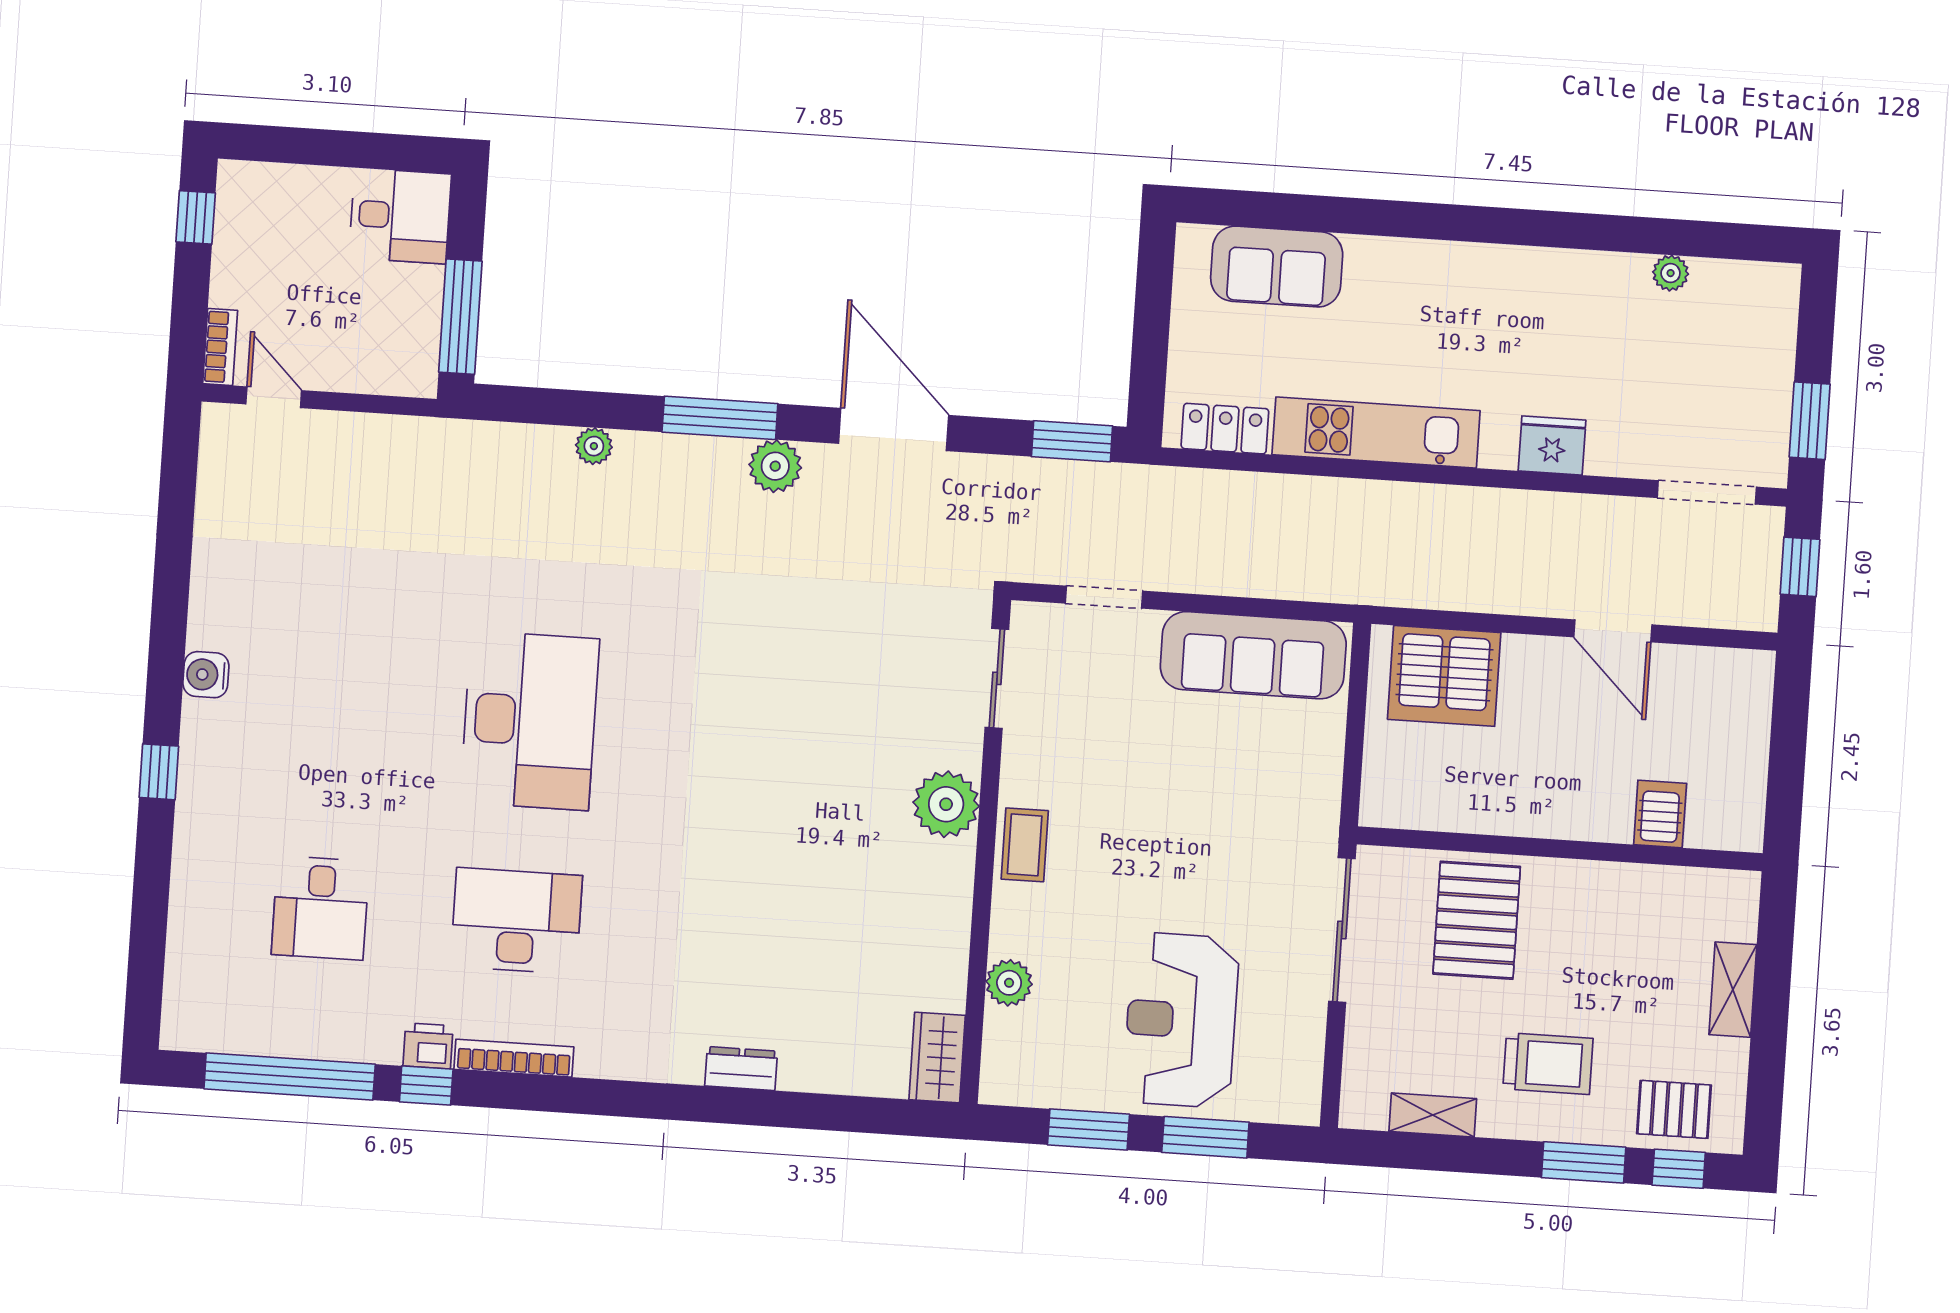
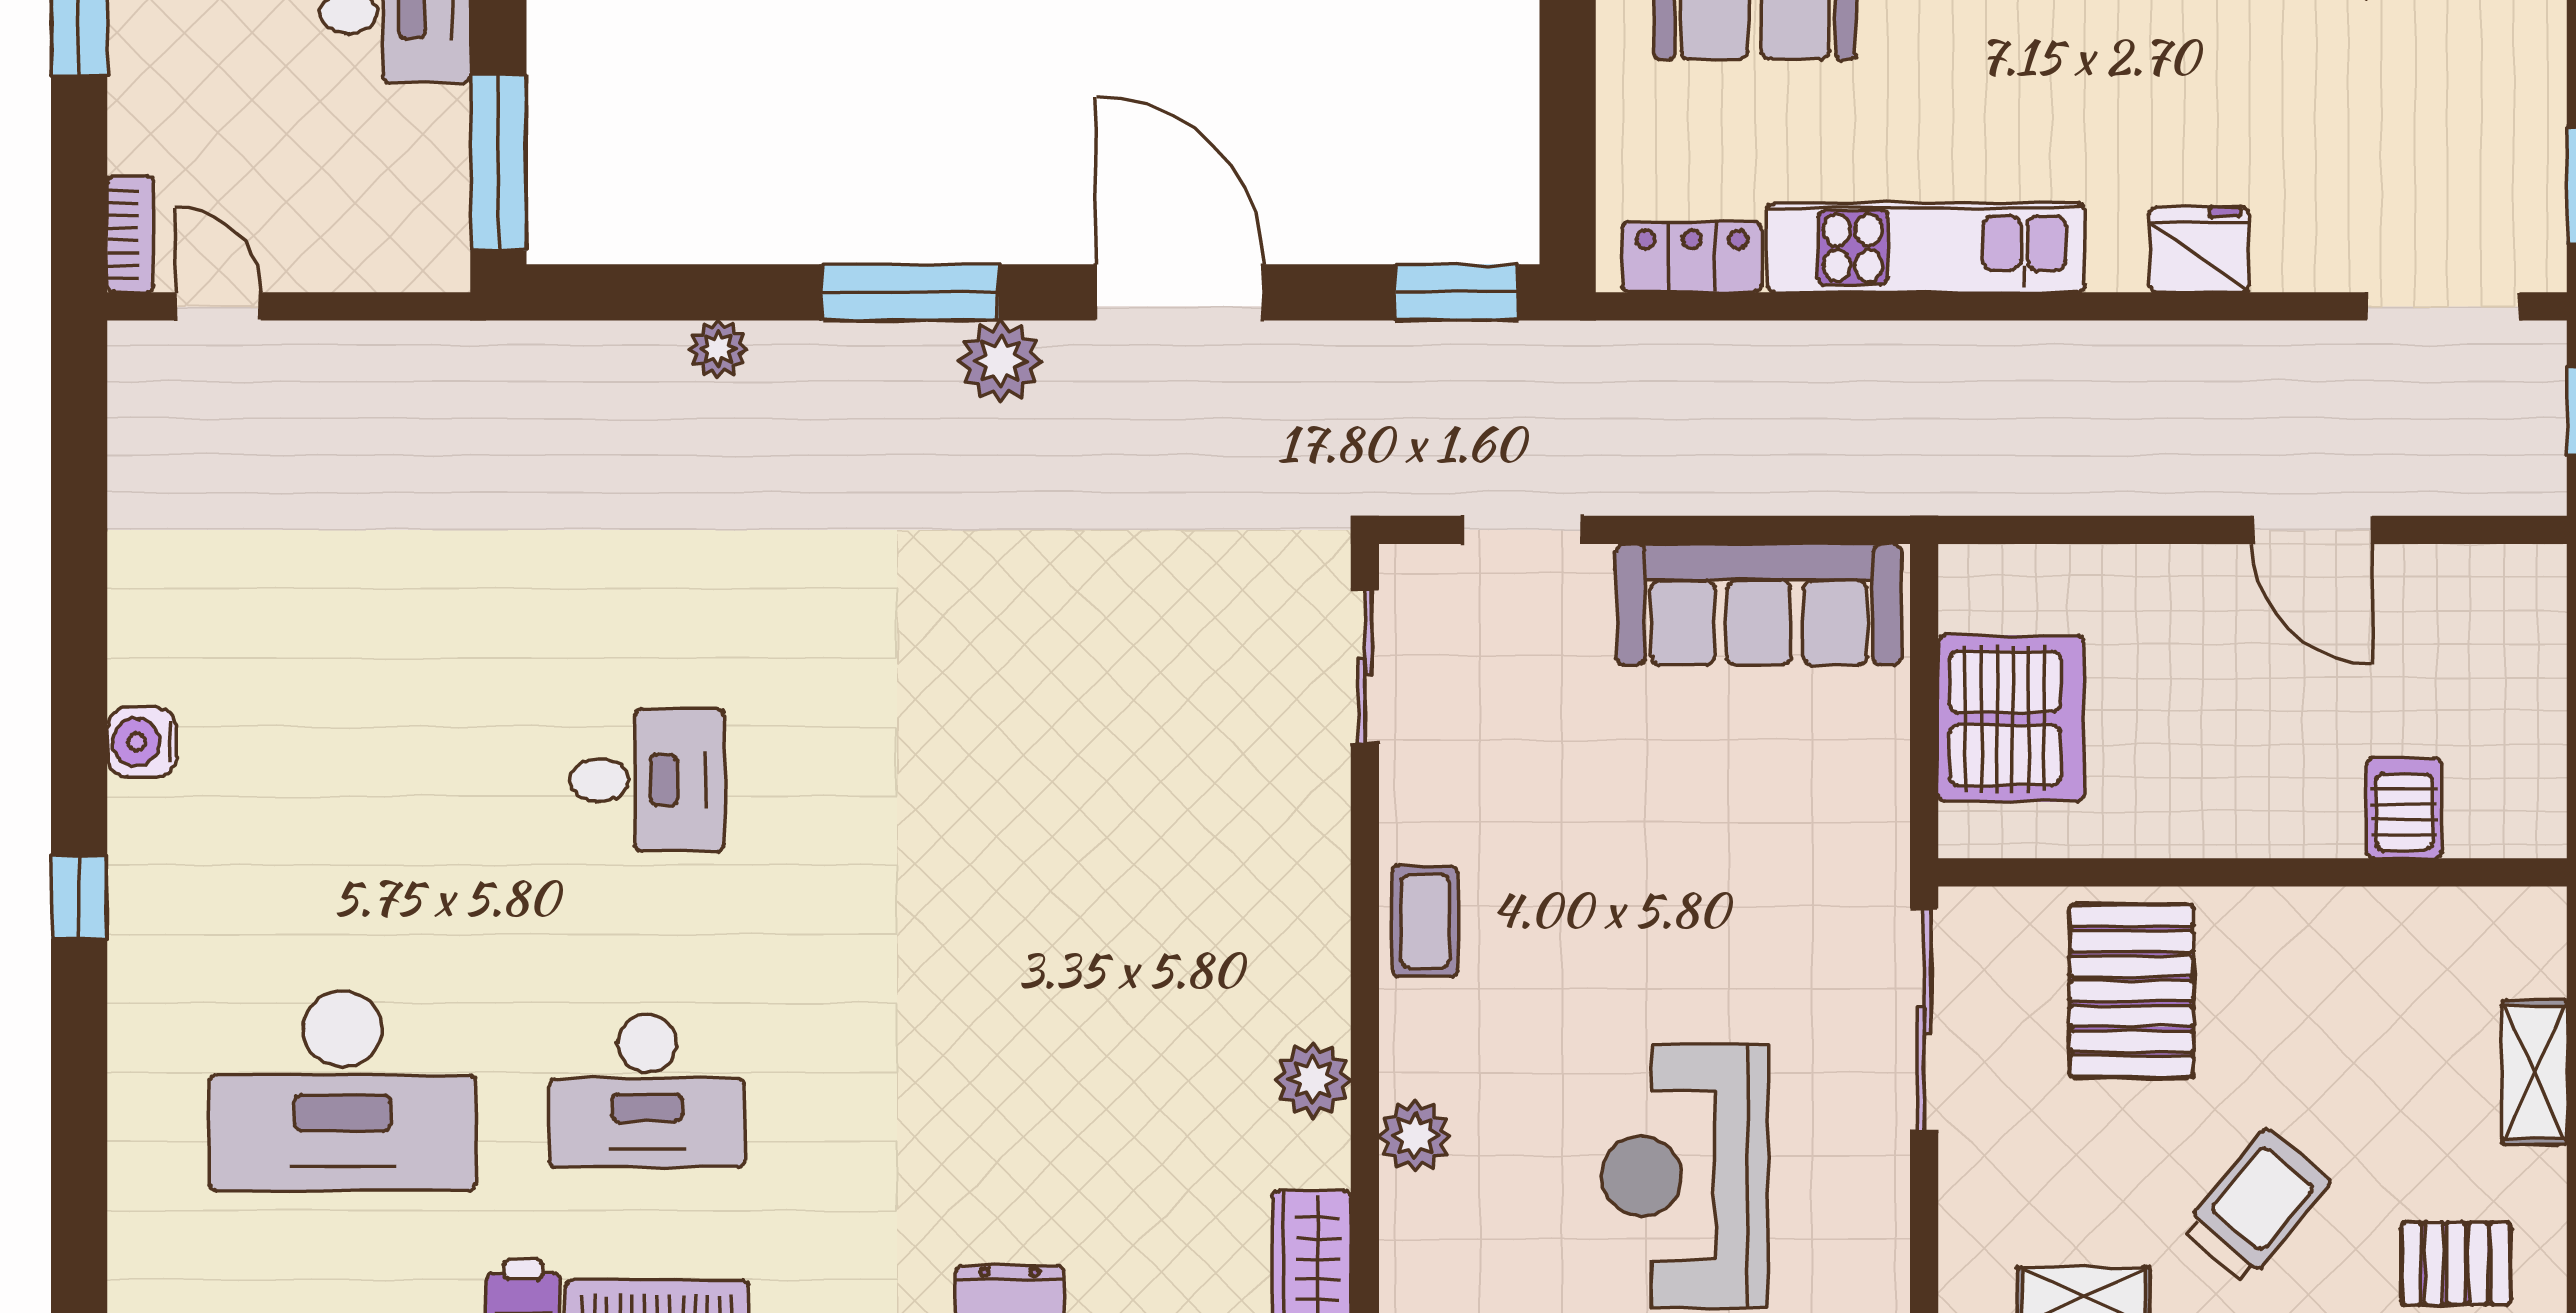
server rack: (1444, 676) -> (2011, 718), moved, turned -90
desk: (530, 721) -> (647, 780), width x0.53, depth x0.77
plant: (946, 804) -> (1313, 1080), moved, width x0.73, depth x0.73
desk: (320, 908) -> (343, 1091), width x1.87, depth x1.30
desk: (516, 921) -> (647, 1091), turned 180
trolley: (1548, 1064) -> (2256, 1205), turned -50

